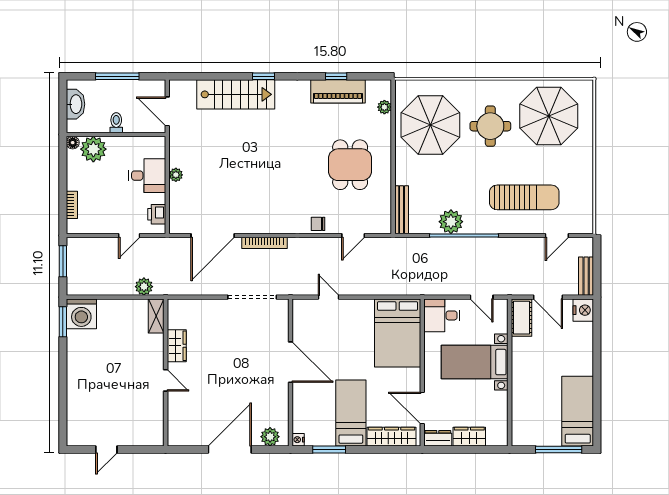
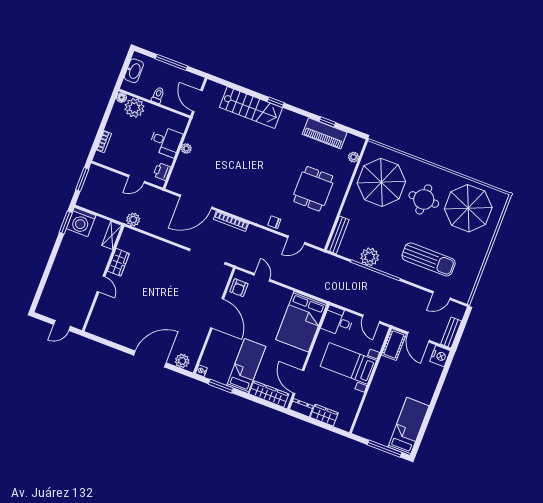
shelving: (156, 316) -> (112, 235), moved
armchair: (305, 321) -> (239, 288), added
wardrobe: (177, 346) -> (118, 262), moved
wall: (166, 372) -> (103, 278), moved
door: (166, 380) -> (101, 284), moved

